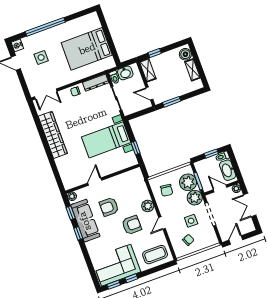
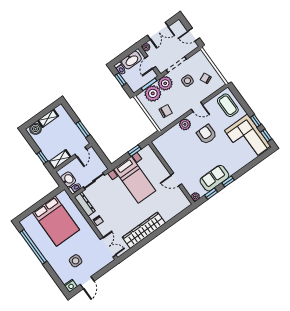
window: (45, 27) -> (33, 247), moved
armchair: (109, 207) -> (196, 160), removed
sofa: (85, 221) -> (214, 178), width x0.73

